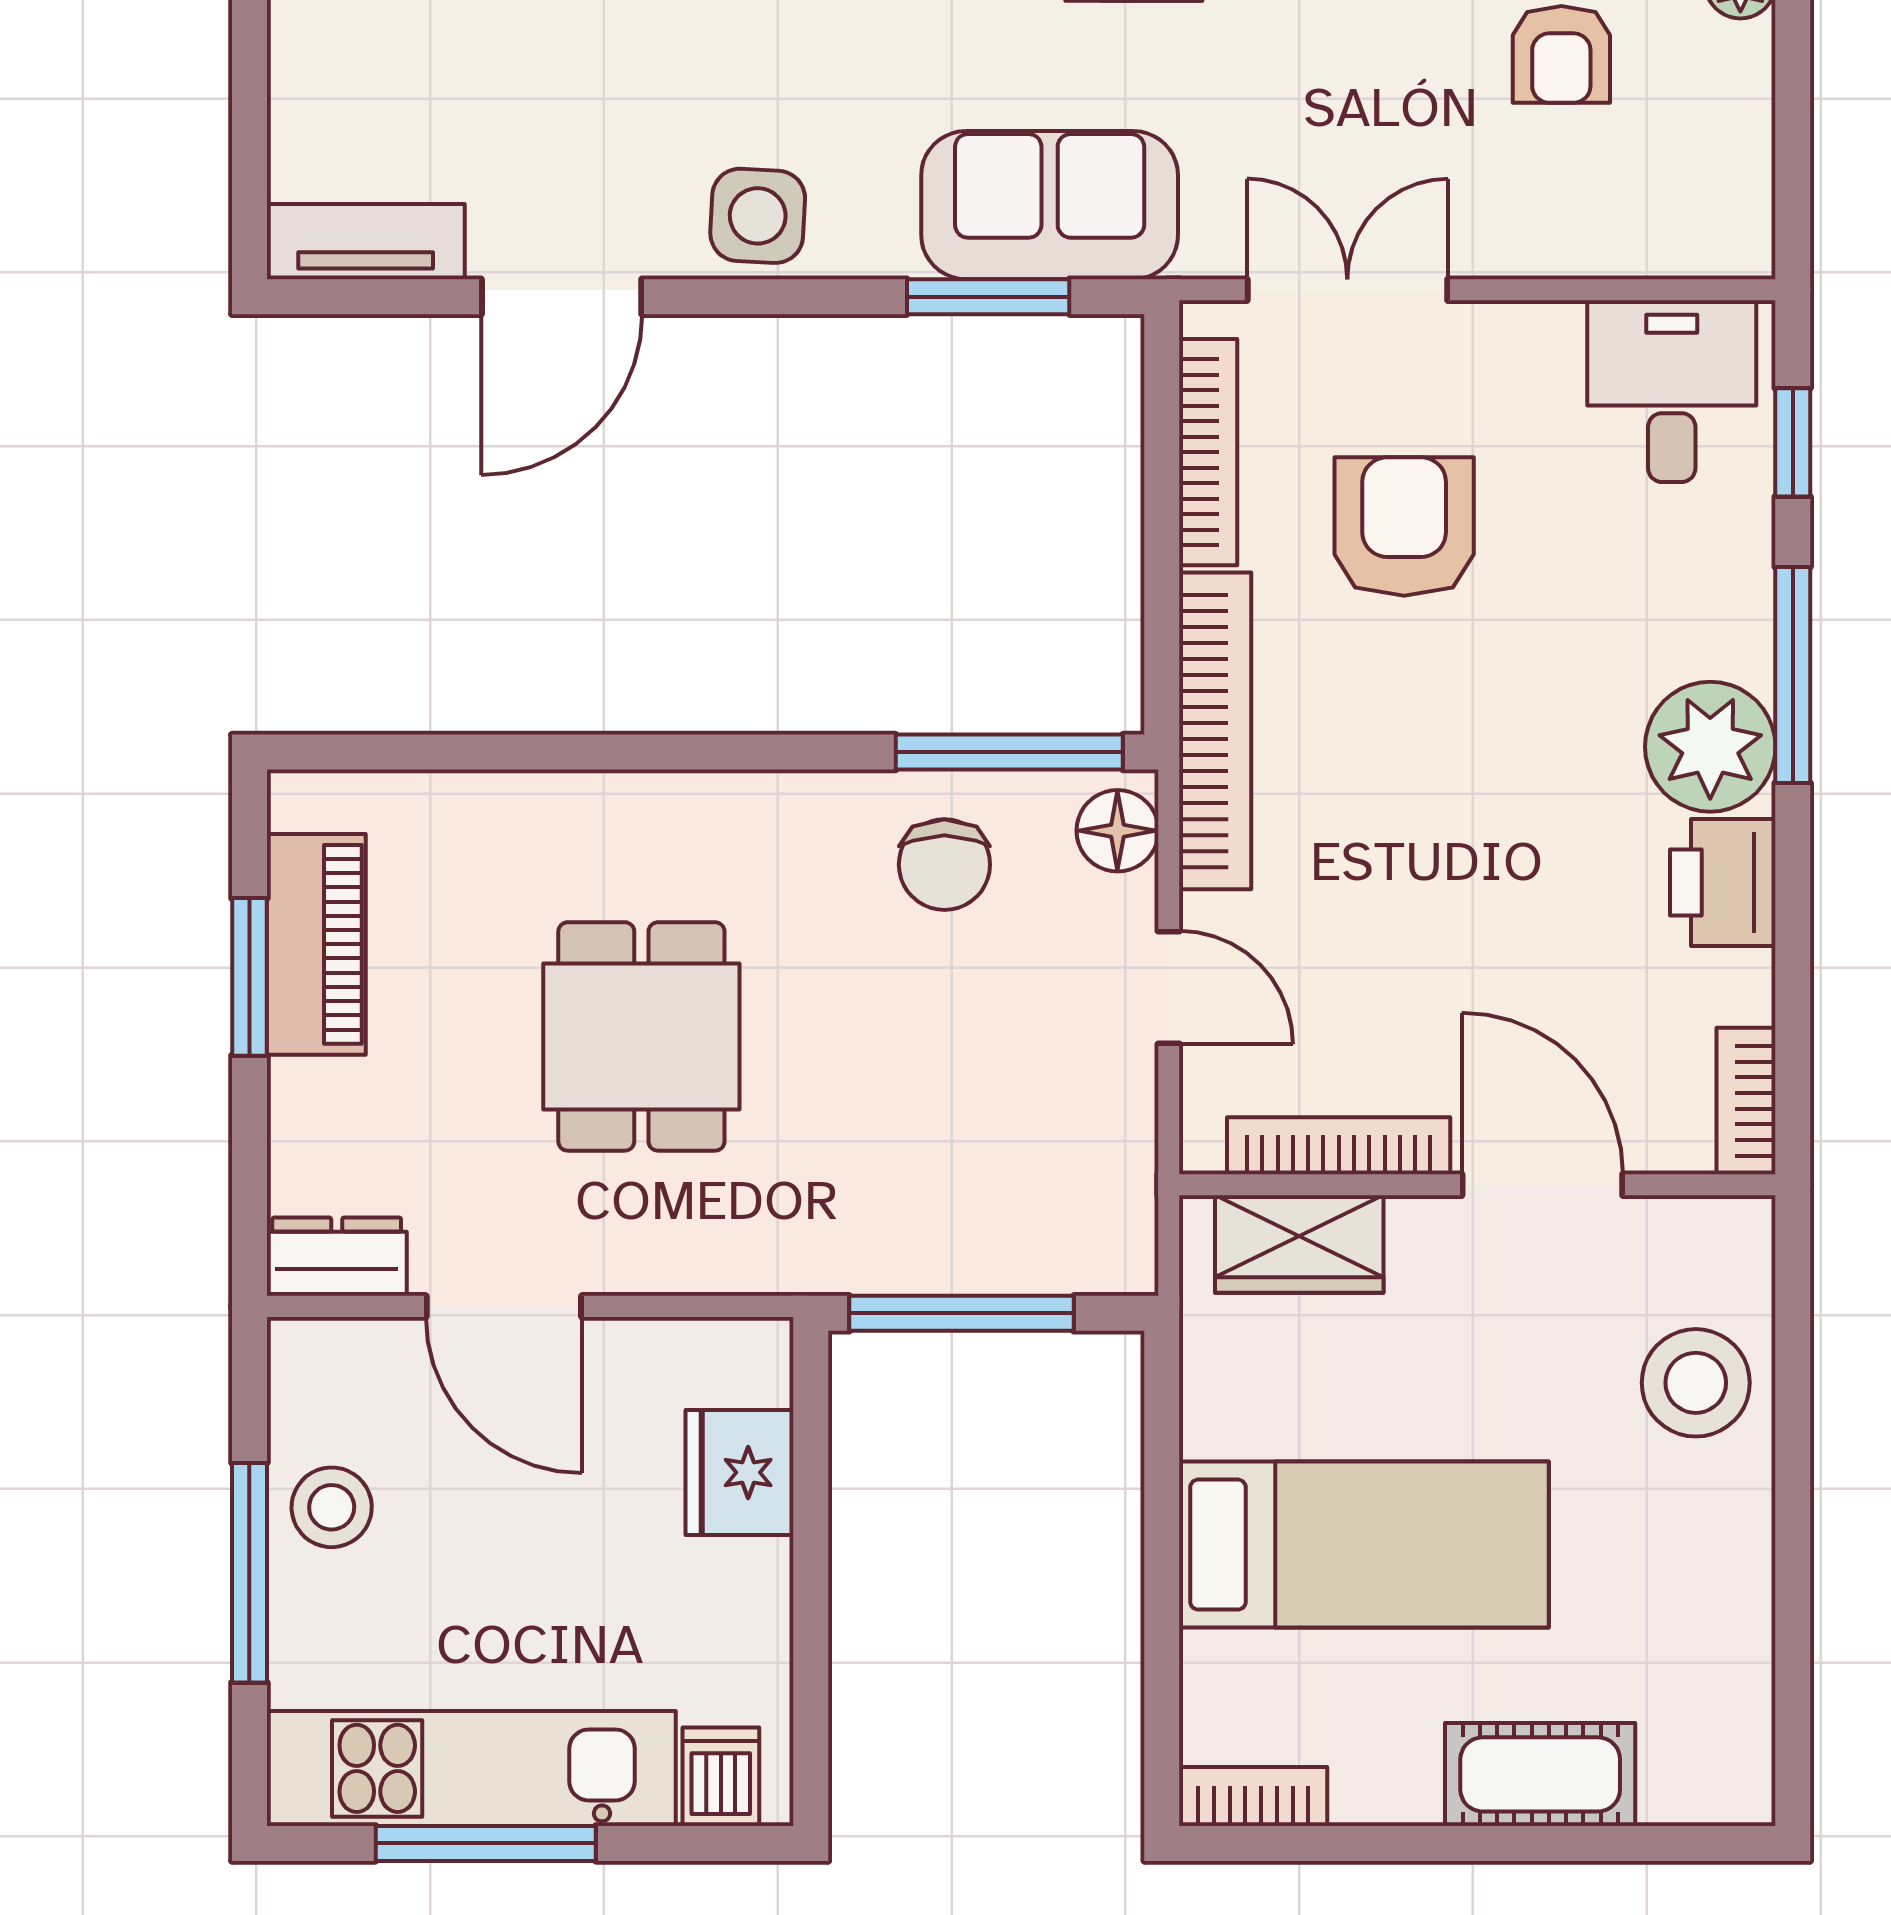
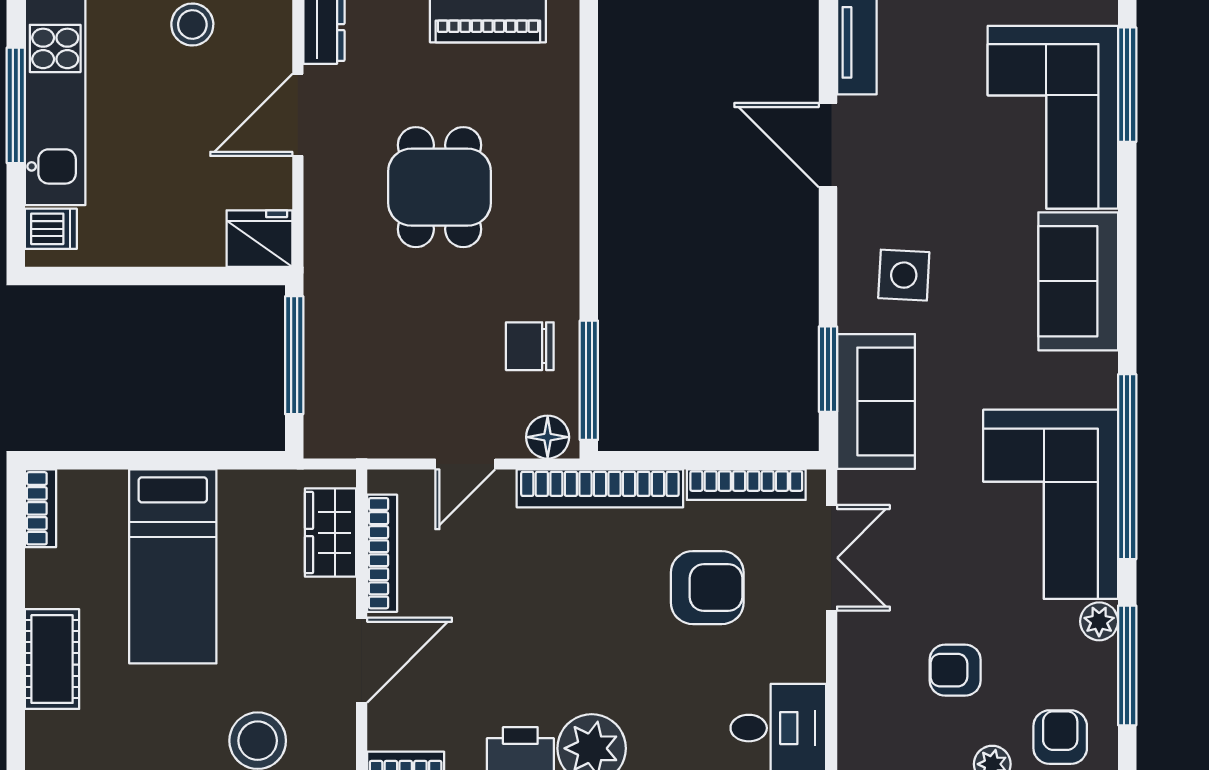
side table: (758, 216) -> (904, 275), moved
dining table: (641, 1036) -> (440, 187), turned 90
fridge: (740, 1472) -> (259, 239), moved

